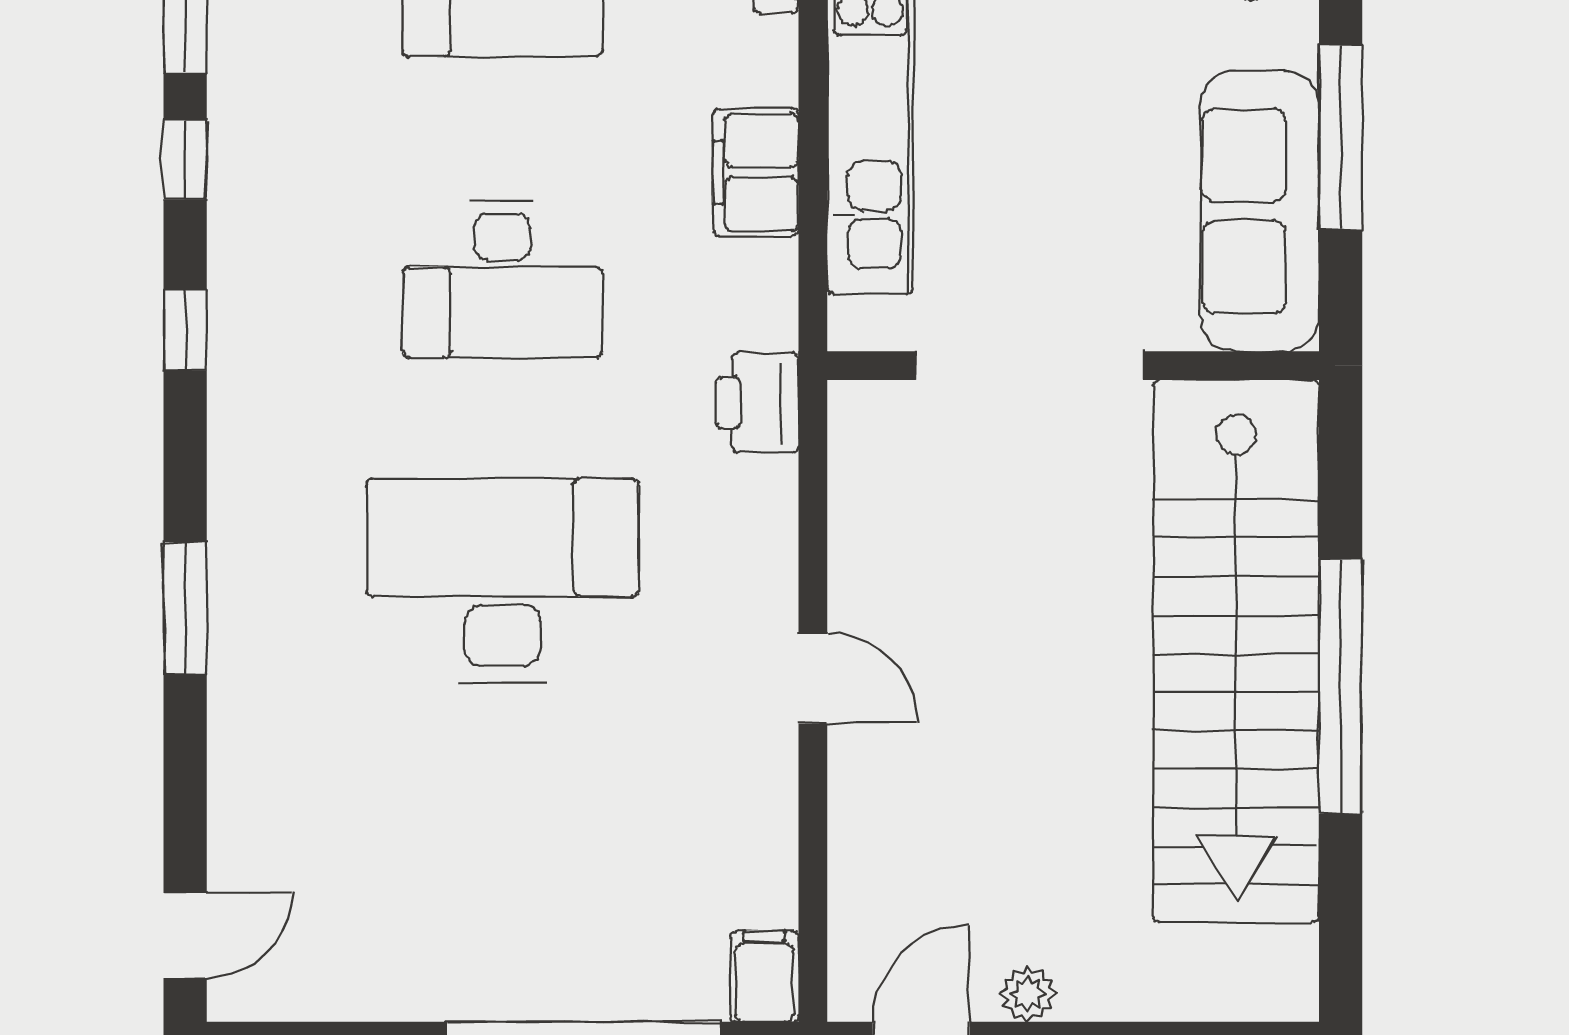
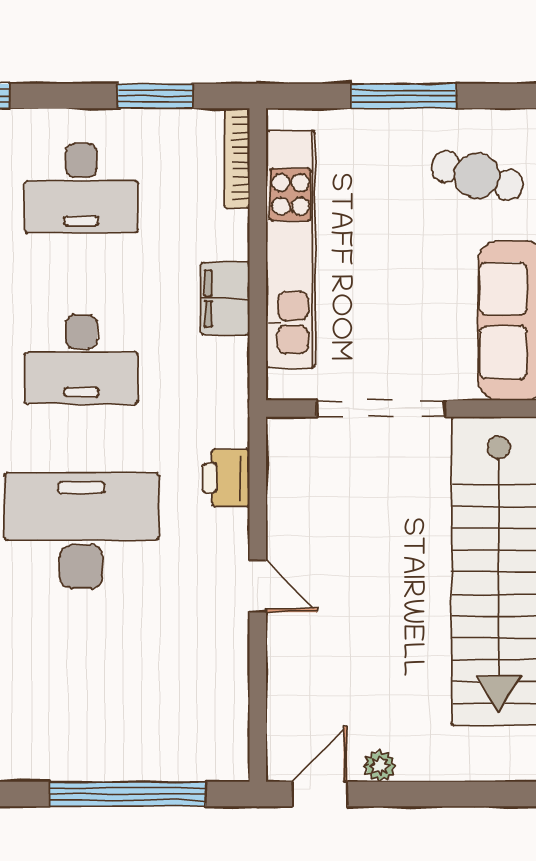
printer: (757, 403) -> (226, 478), moved
filing cabinet: (764, 976) -> (230, 756), removed

